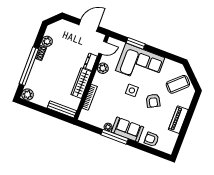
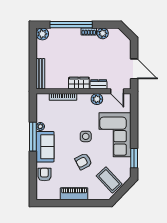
window: (136, 43) -> (134, 158), moved
wardrobe: (81, 83) -> (79, 83), width x0.67

